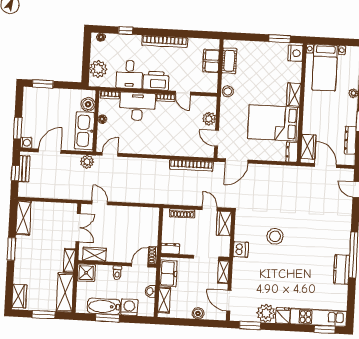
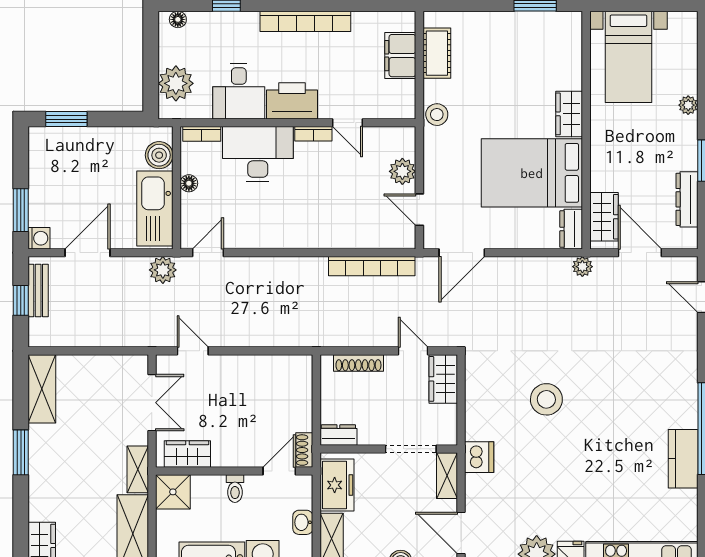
nightstand: (295, 53) -> (568, 31), removed
plant: (296, 171) -> (582, 267), added
dishwasher: (241, 250) -> (479, 457), moved

